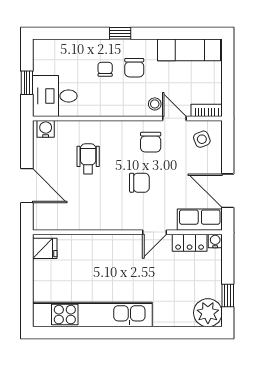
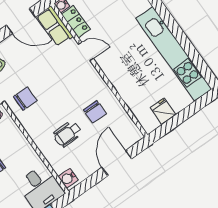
chair: (139, 183) -> (95, 112), moved, turned 180
door: (228, 191) -> (21, 21), hinge flipped
fridge: (45, 248) -> (163, 111), moved

